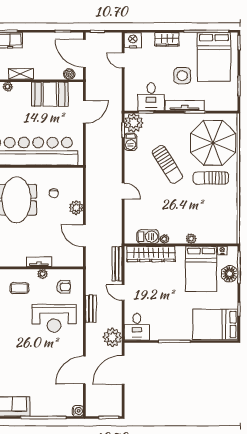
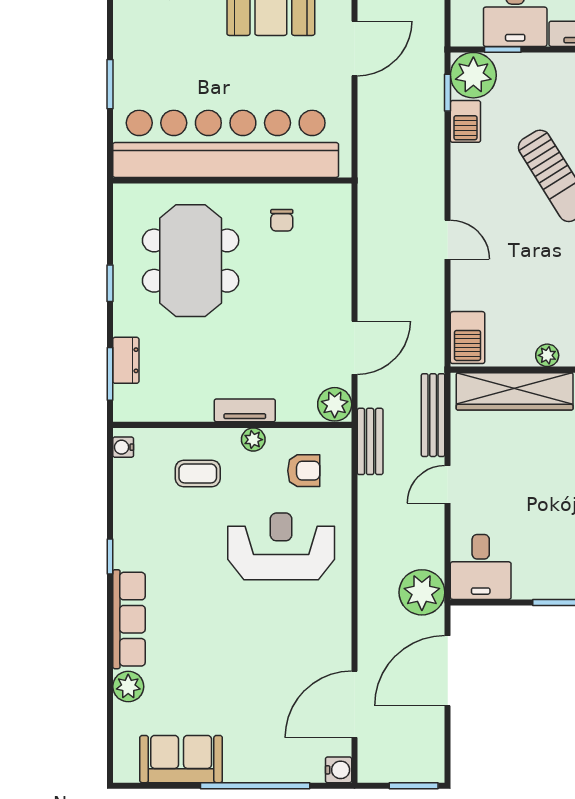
chair: (54, 193) -> (282, 220), moved
plant: (76, 208) -> (335, 404), moved
door: (84, 236) -> (354, 348), swing flipped
barbecue: (148, 237) -> (468, 338), moved, turned 90
door: (123, 293) -> (448, 484), hinge flipped
bench: (91, 309) -> (370, 441), moved
reception desk: (54, 318) -> (281, 546), turned 180
door: (84, 370) -> (354, 704), moved

